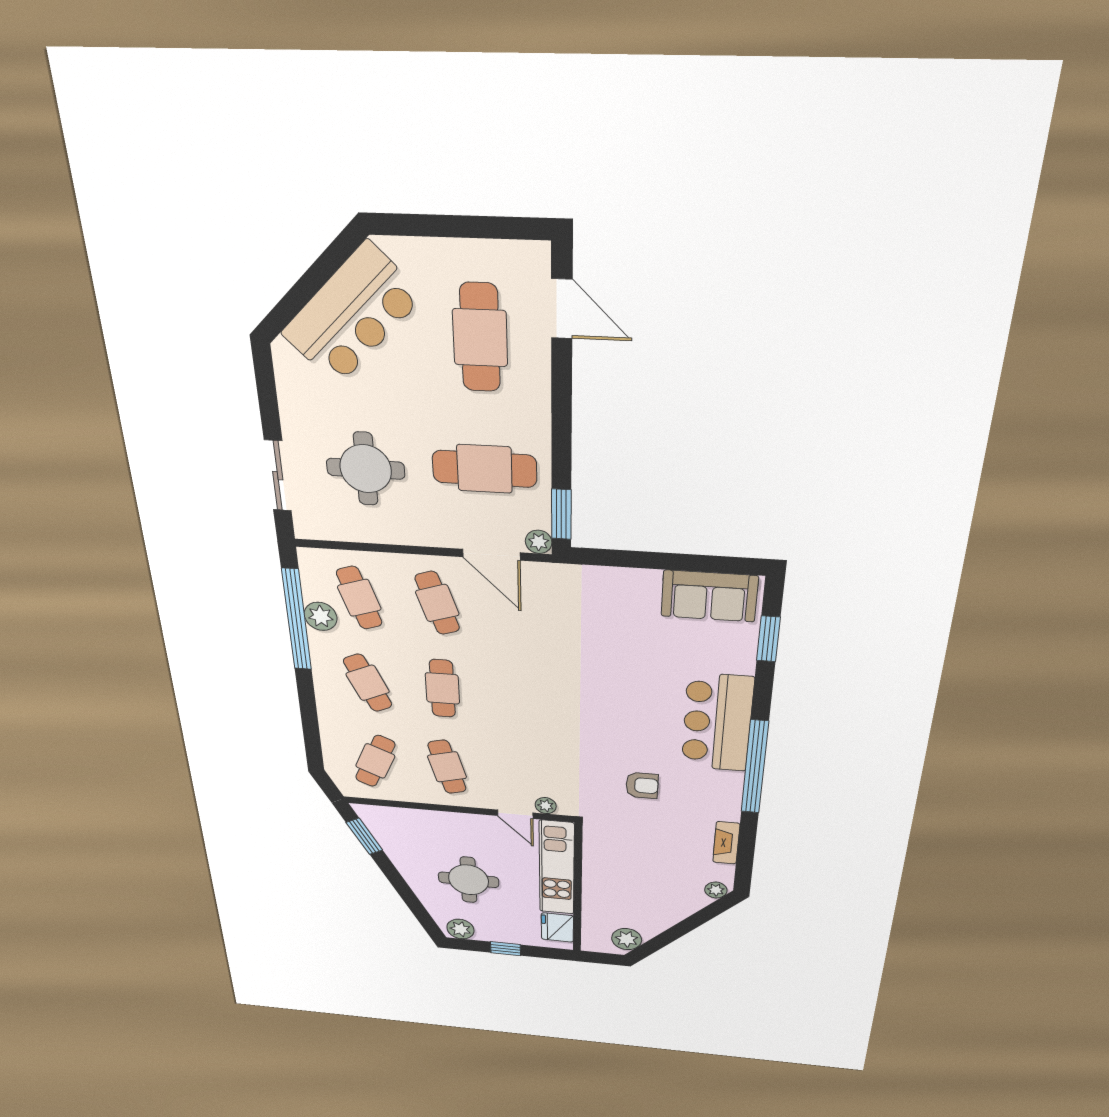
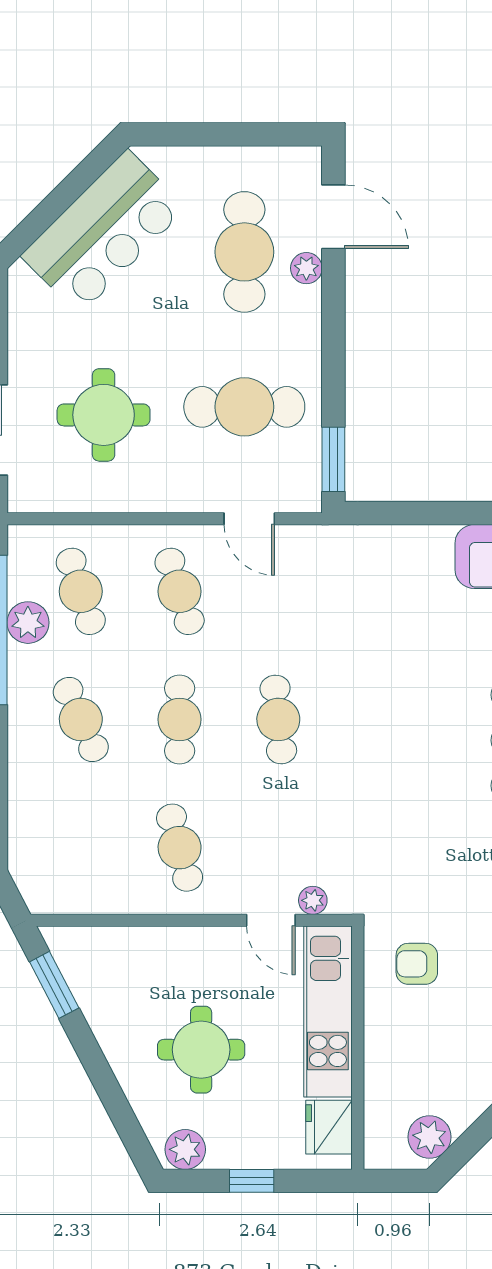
plant: (539, 542) -> (306, 268), moved
door: (491, 555) -> (249, 519), width x0.73
cafe table: (375, 761) -> (278, 719), moved, turned -30
armchair: (642, 785) -> (417, 964), moved, turned 180

